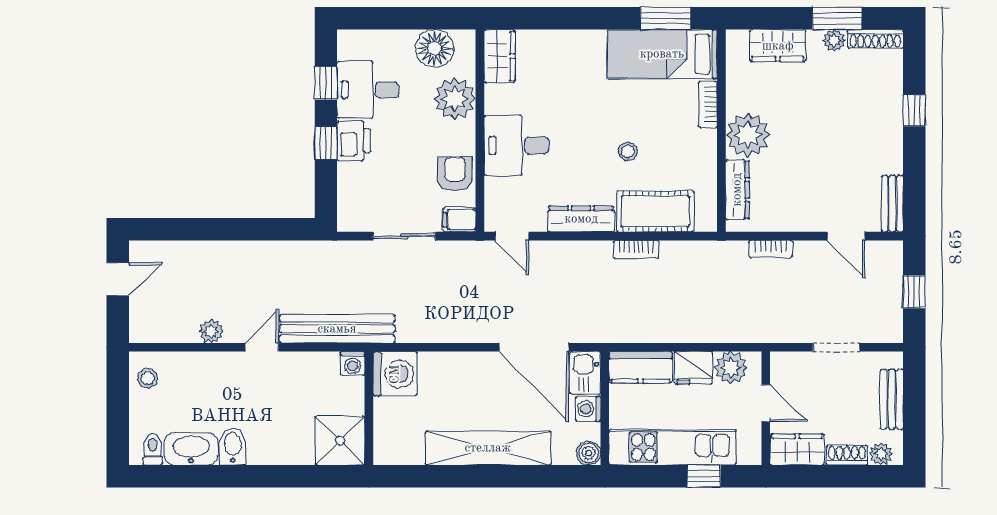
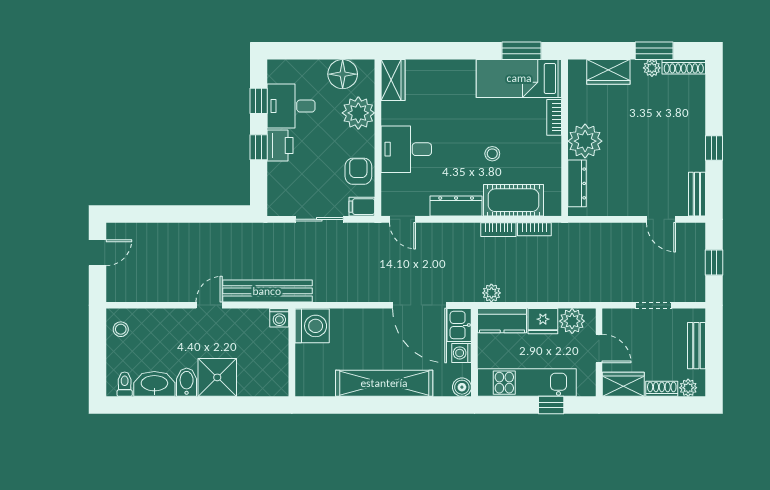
window: (914, 110) -> (714, 148), moved
bookcase: (771, 249) -> (534, 229), moved
plant: (211, 331) -> (491, 293), moved
shower: (340, 440) -> (217, 377), moved

